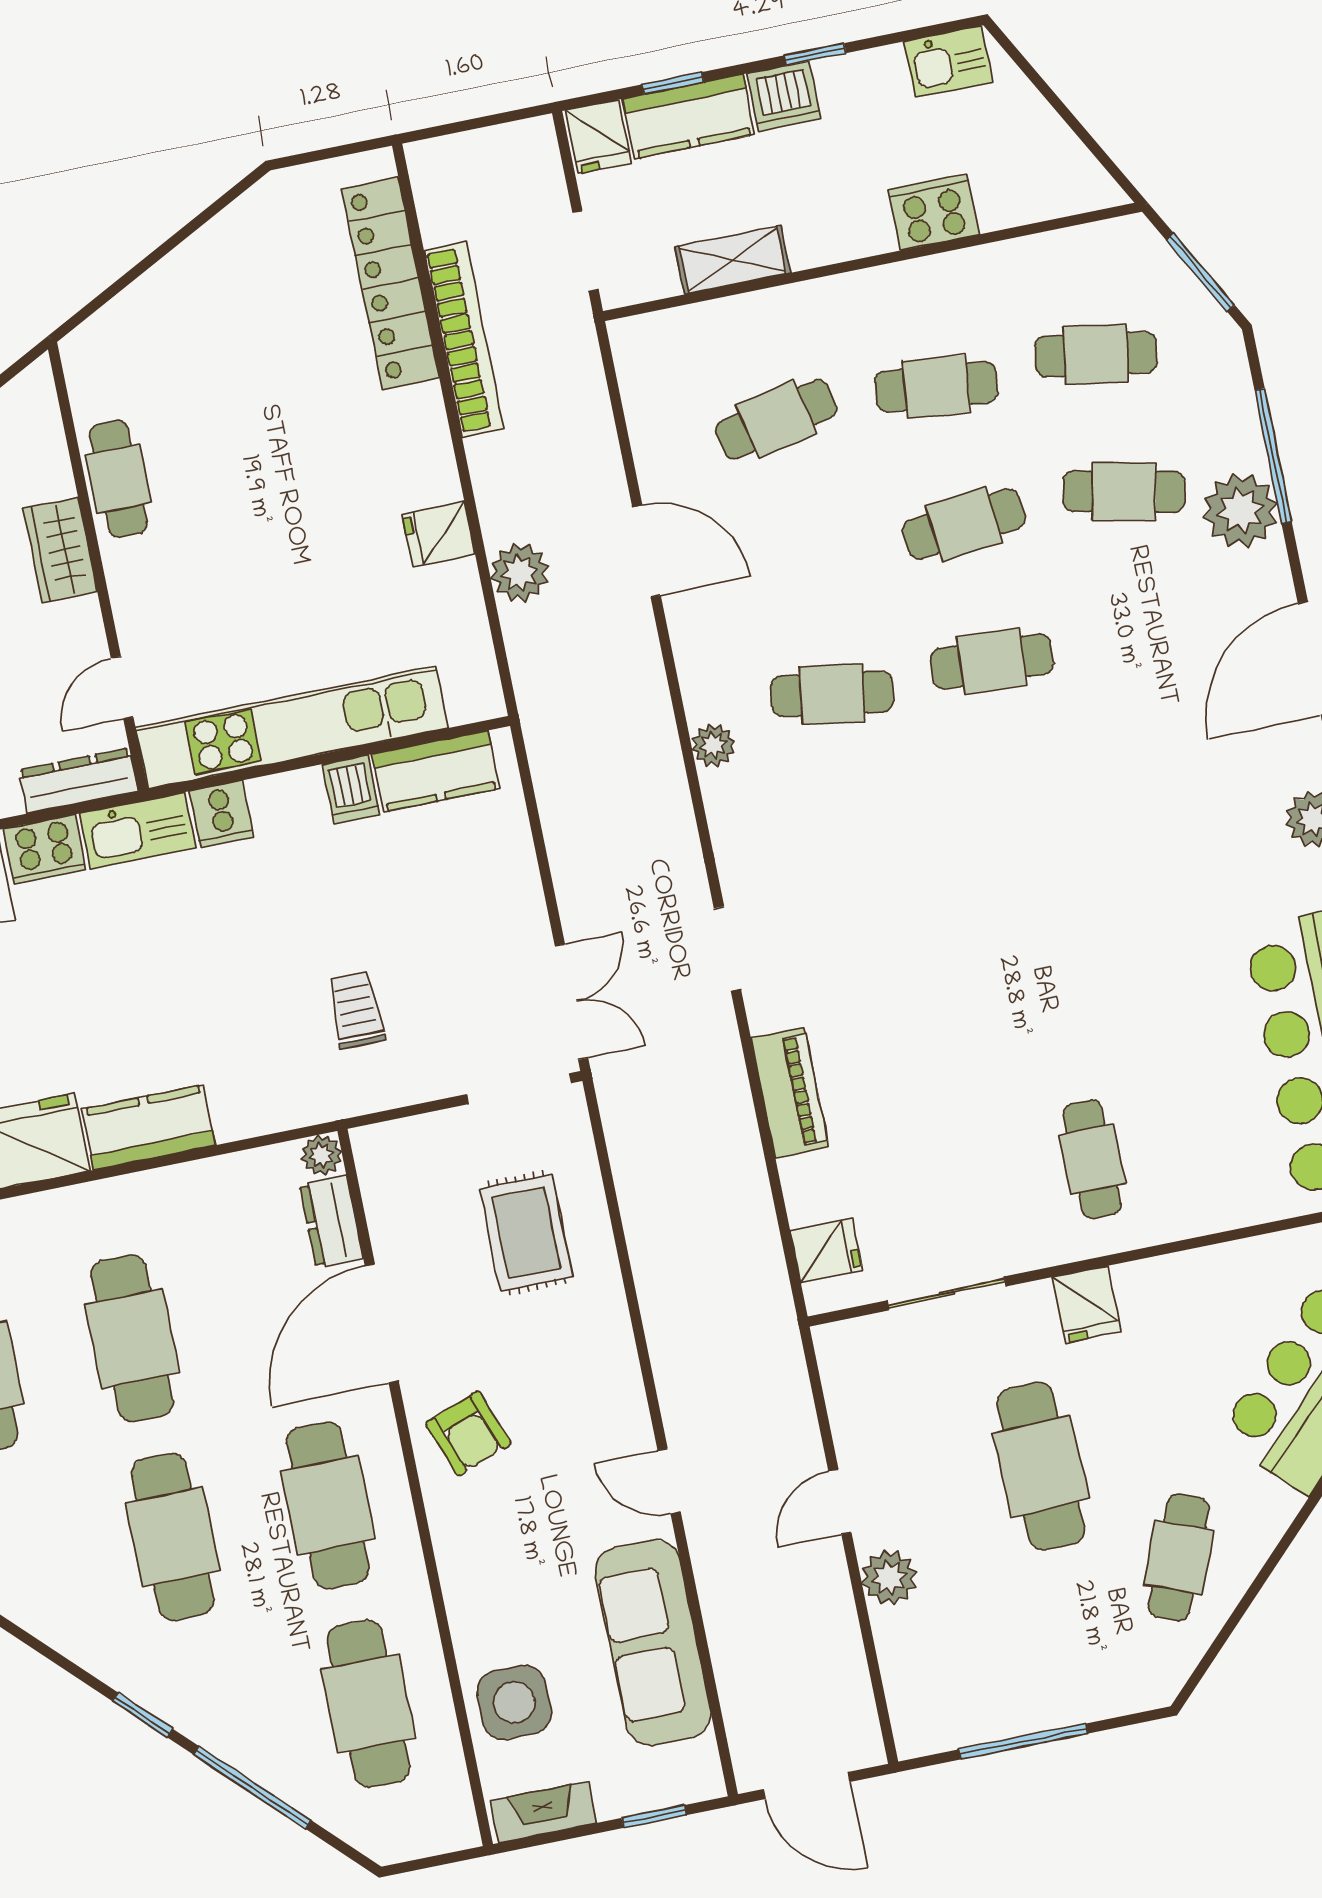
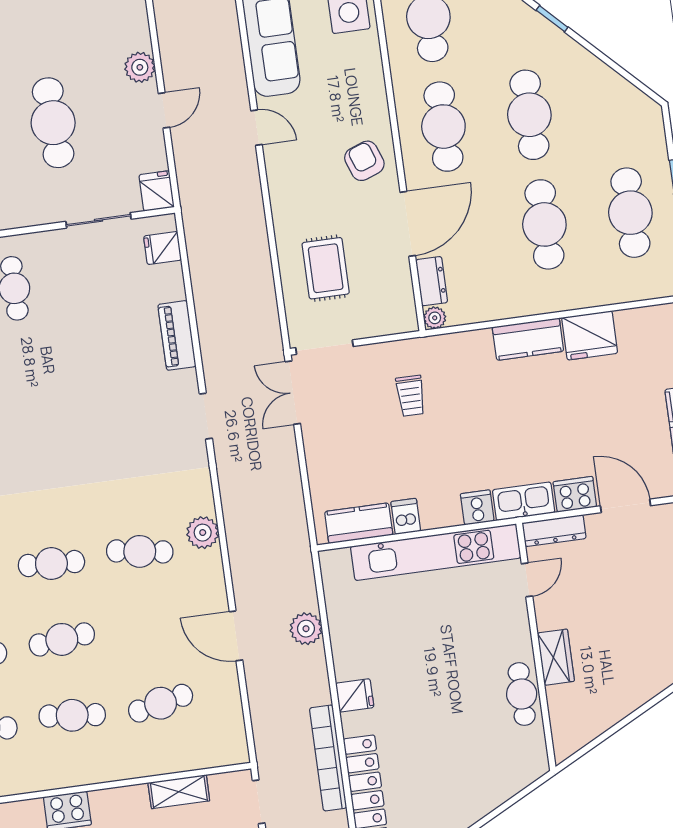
fridge: (439, 534) -> (355, 695), moved
plant: (713, 745) -> (203, 533), width x1.38, depth x1.38
fridge: (1087, 1305) -> (157, 191), moved

